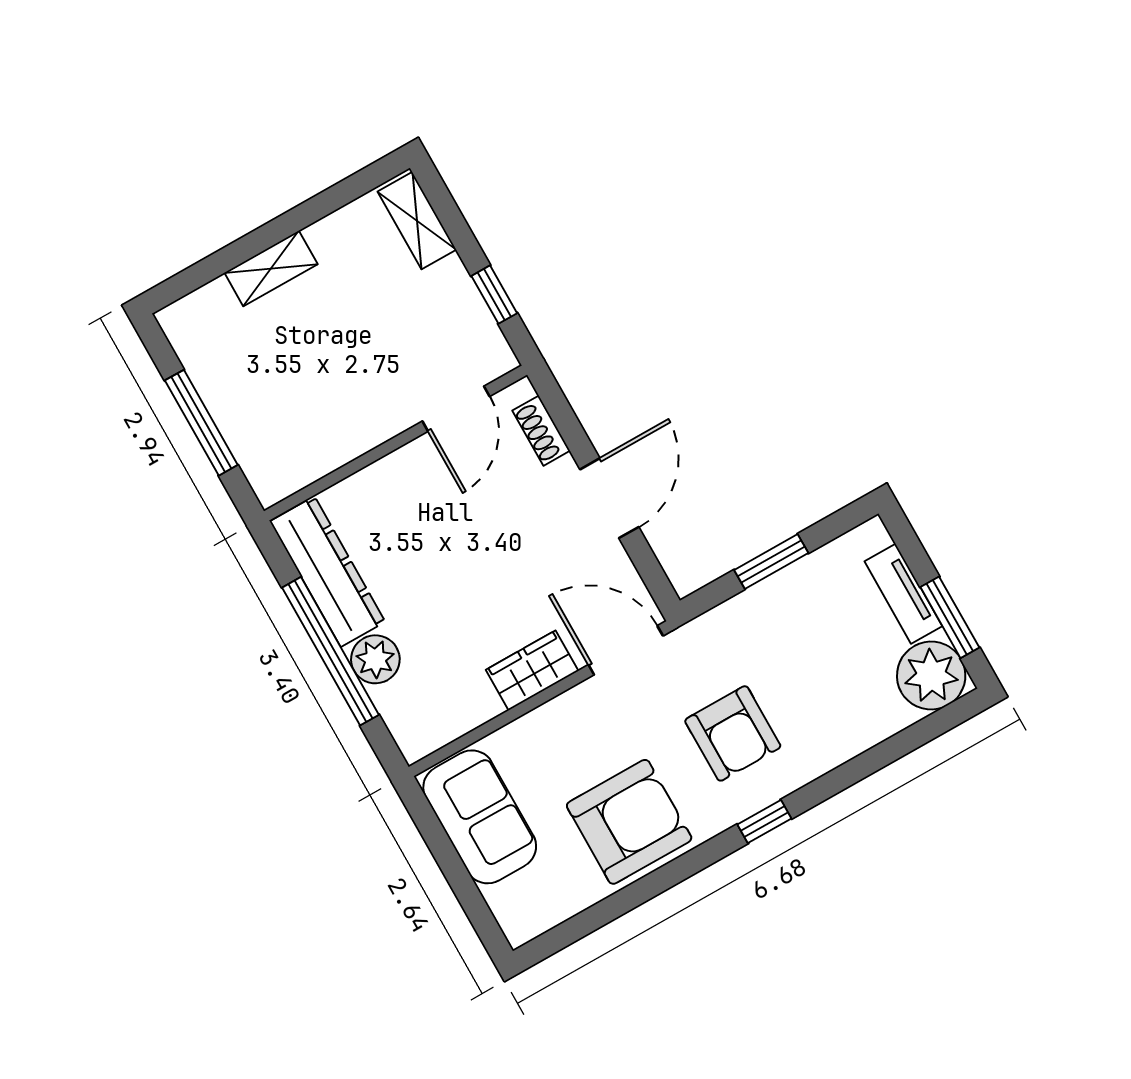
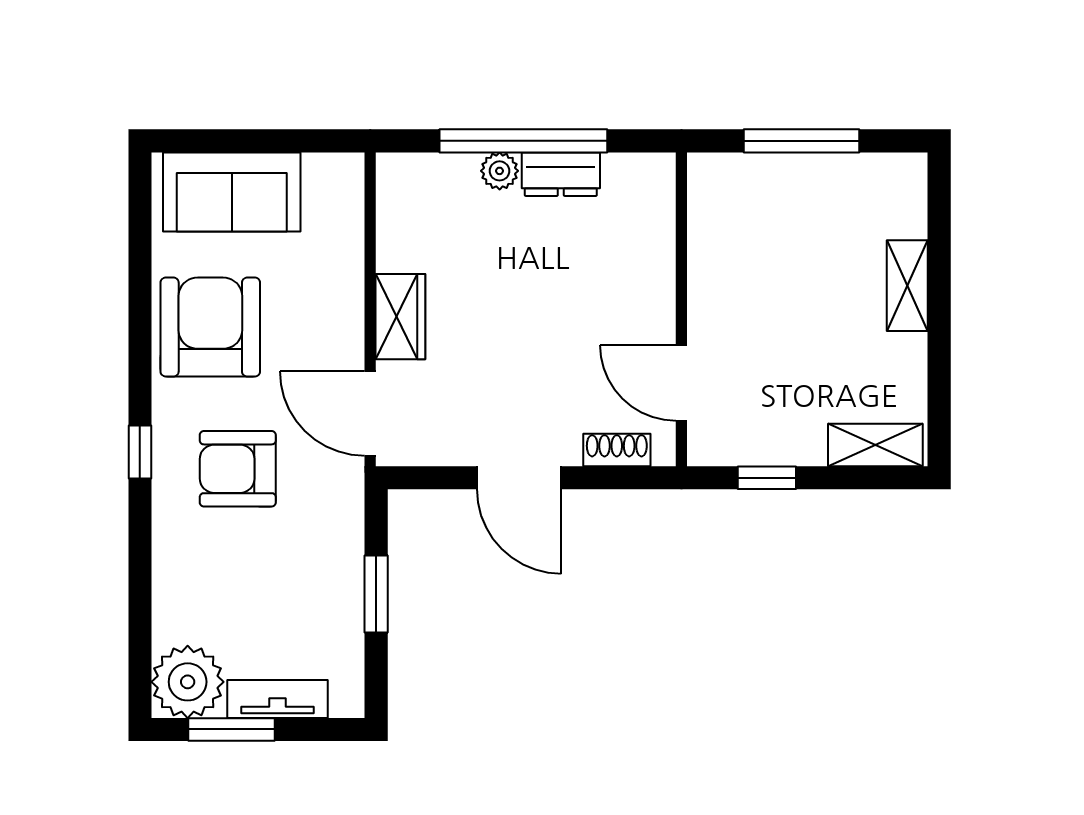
dresser: (328, 572) -> (561, 174), width x0.51, depth x0.80
door: (626, 650) -> (370, 413), swing flipped
plant: (375, 659) -> (500, 171), width x0.73, depth x0.73
sofa: (480, 817) -> (232, 192), moved
armchair: (629, 822) -> (210, 327), turned 180

